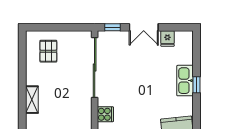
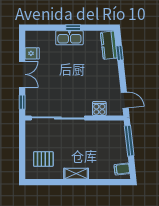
shelving: (32, 100) -> (76, 174), moved

